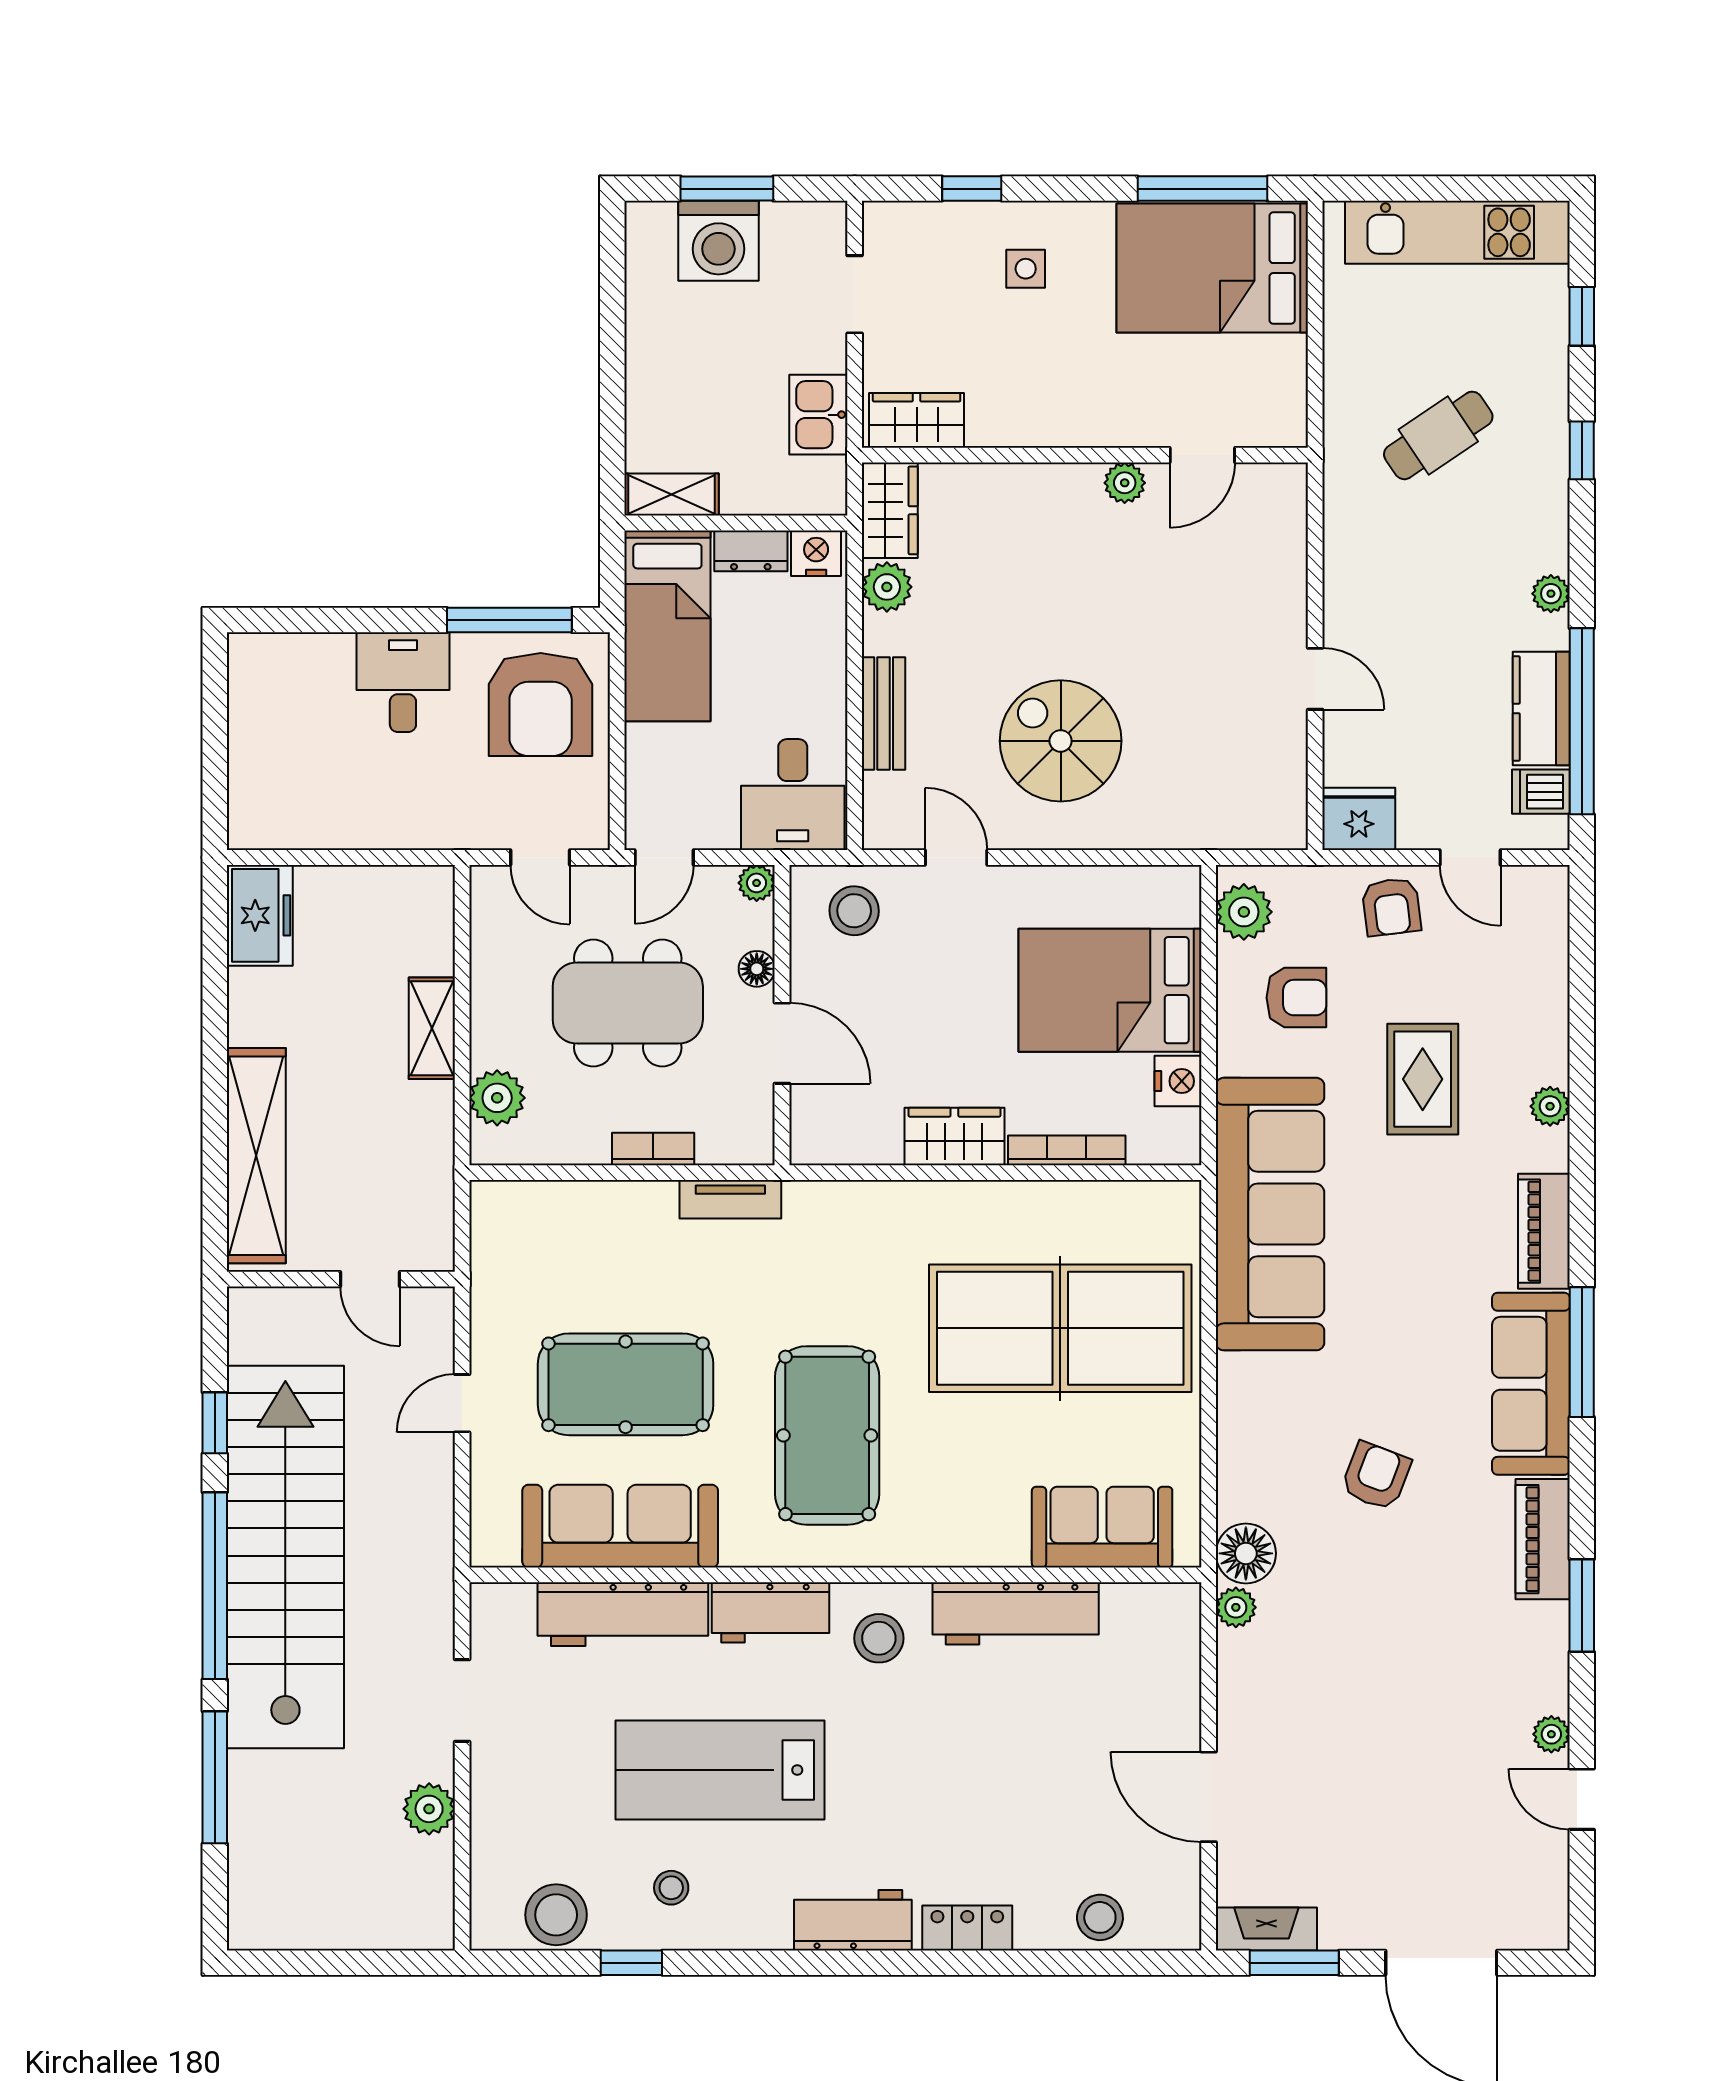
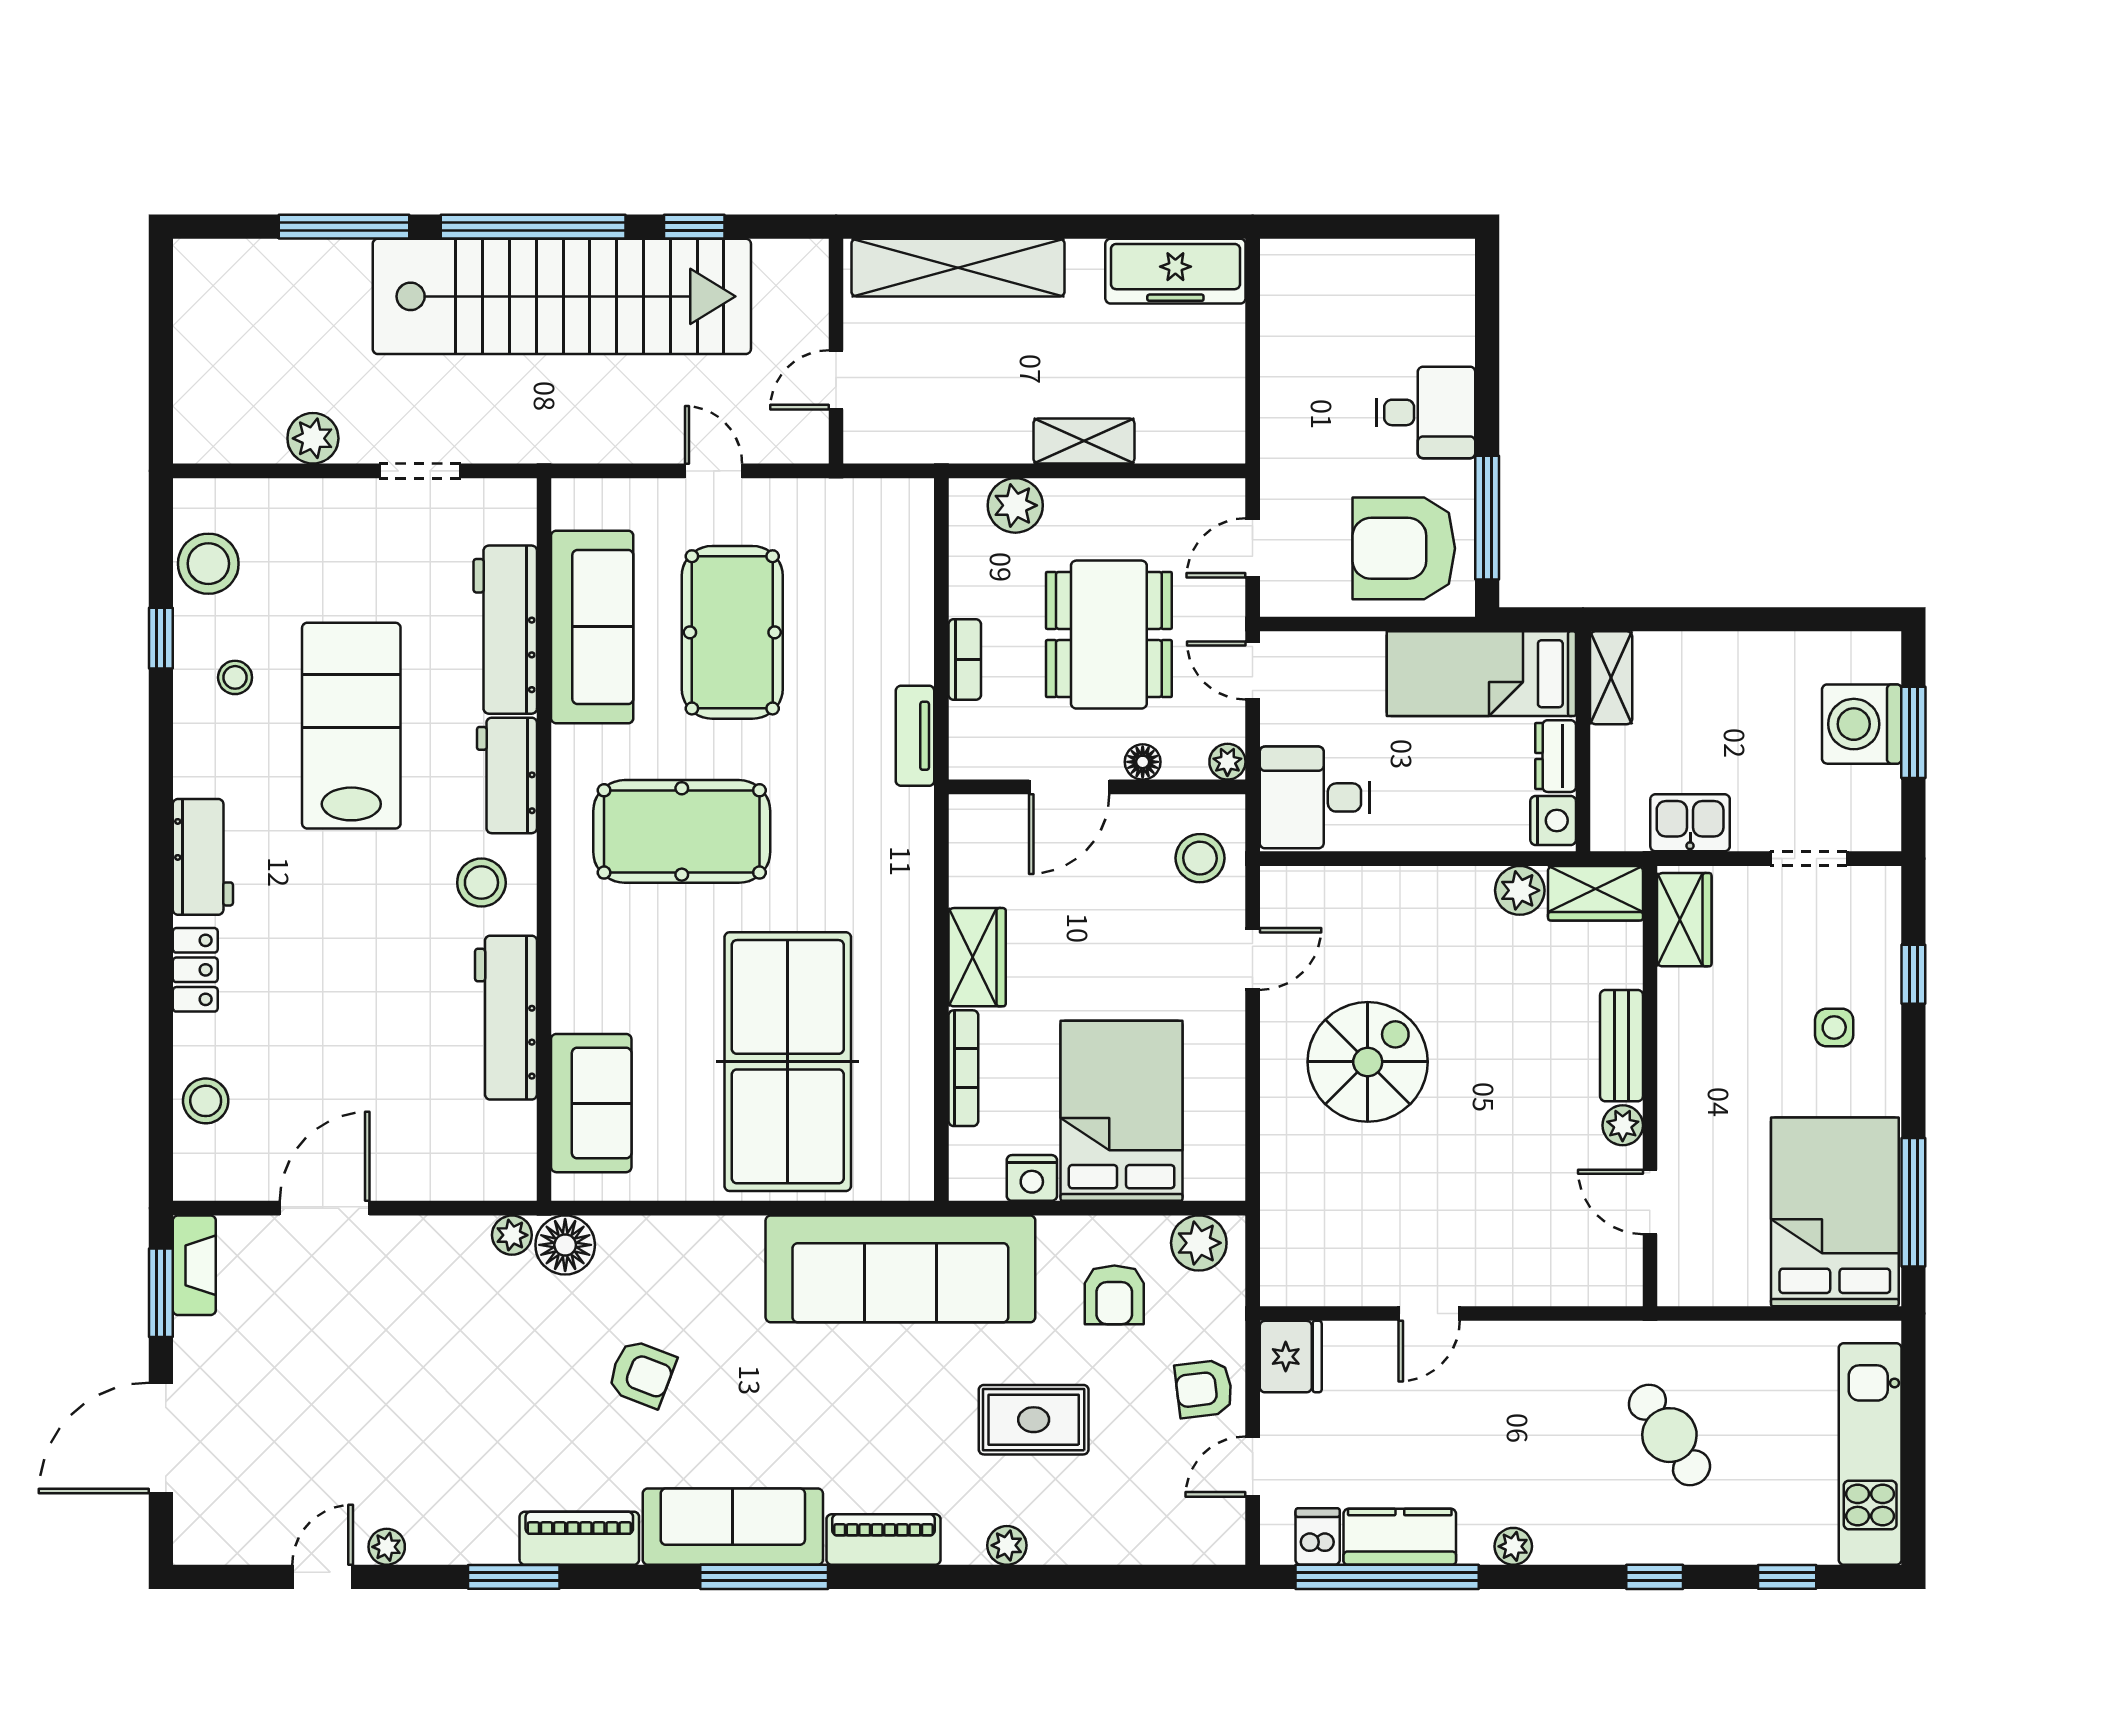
bench: (884, 713) -> (1622, 1046), moved, turned 90
freezer: (260, 915) -> (1175, 271), width x1.40

